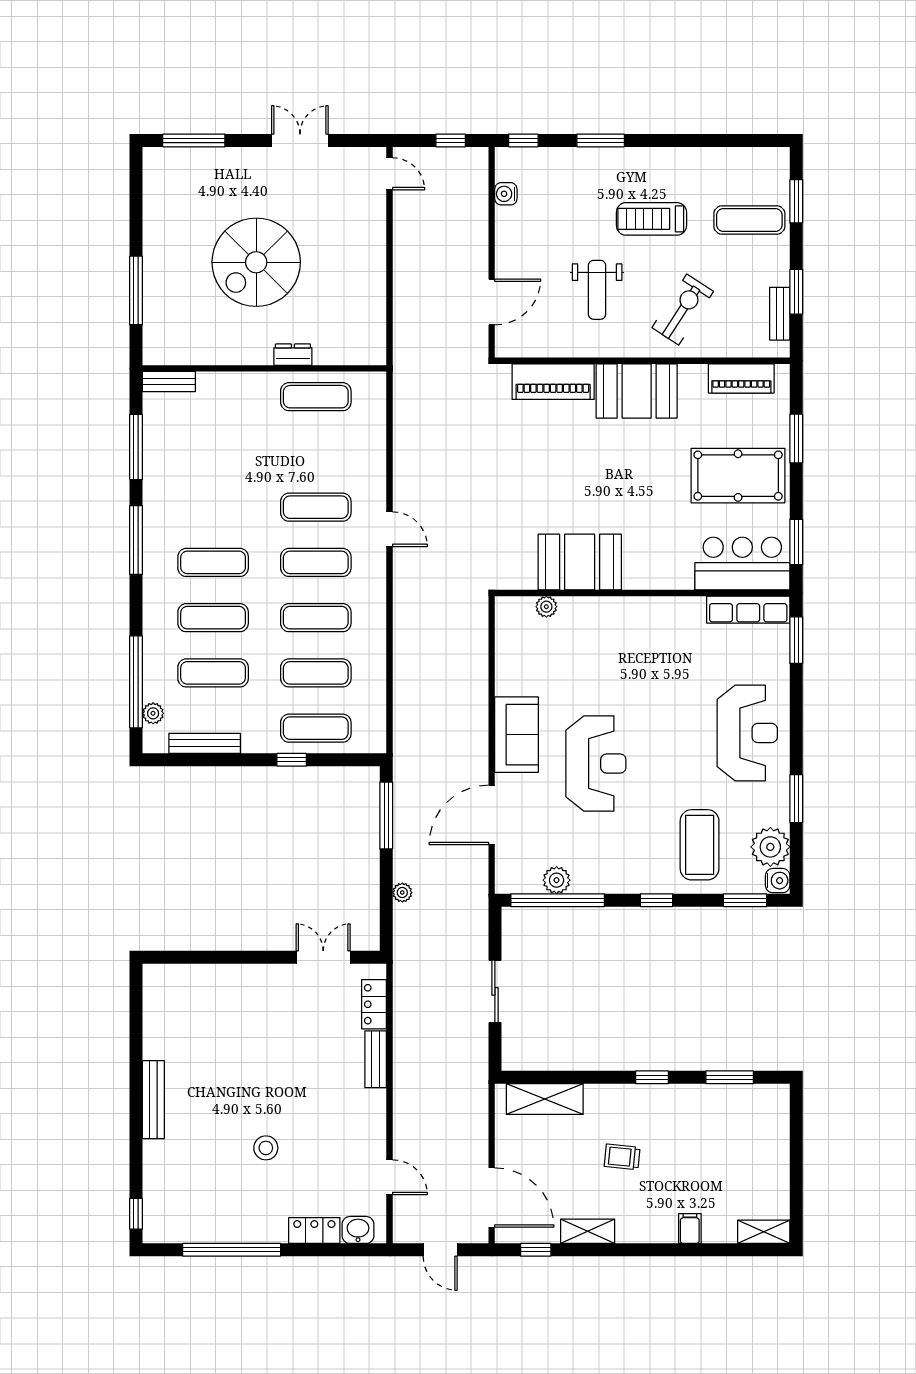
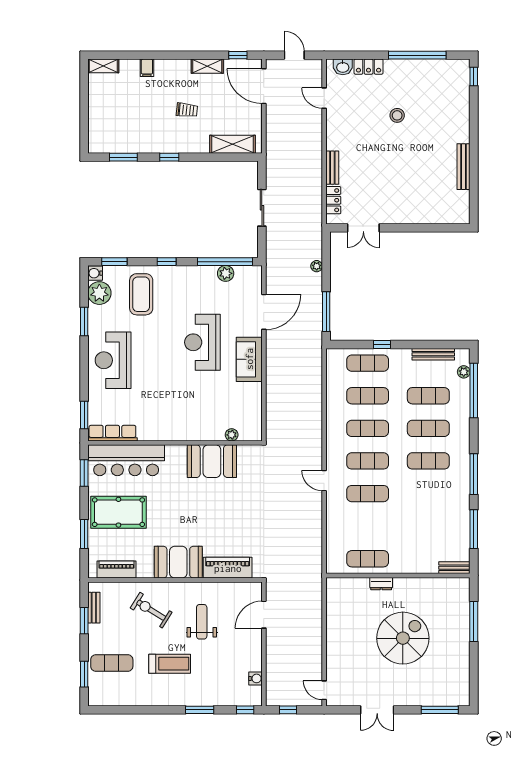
exercise bike: (683, 310) -> (151, 610), turned 89
bar counter: (742, 564) -> (126, 460), width x1.36
bench: (153, 1100) -> (464, 167), moved

